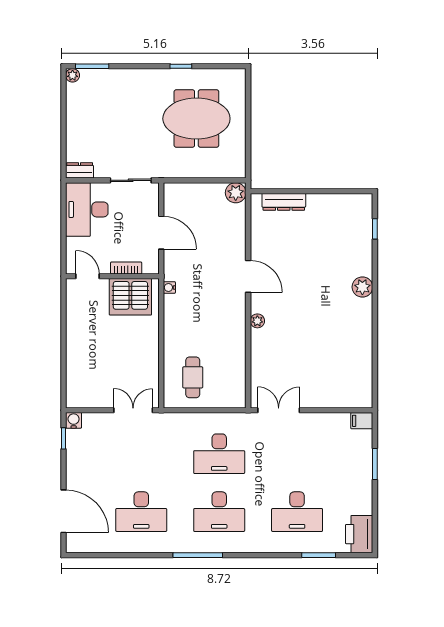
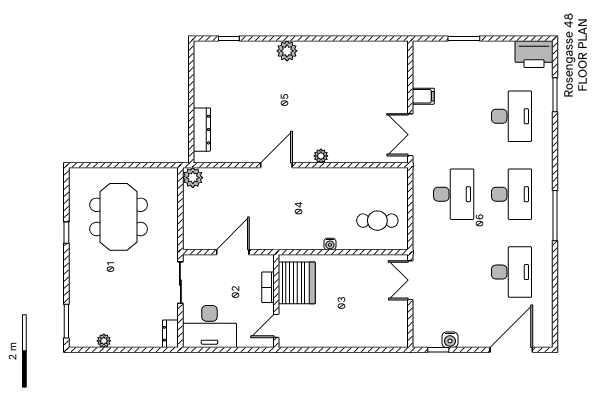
plant: (73, 75) -> (104, 341), moved
water cooler: (169, 287) -> (330, 244), moved
water cooler: (74, 420) -> (450, 340), moved, turned -90
filing cabinet: (362, 421) -> (423, 96), moved, turned -90

